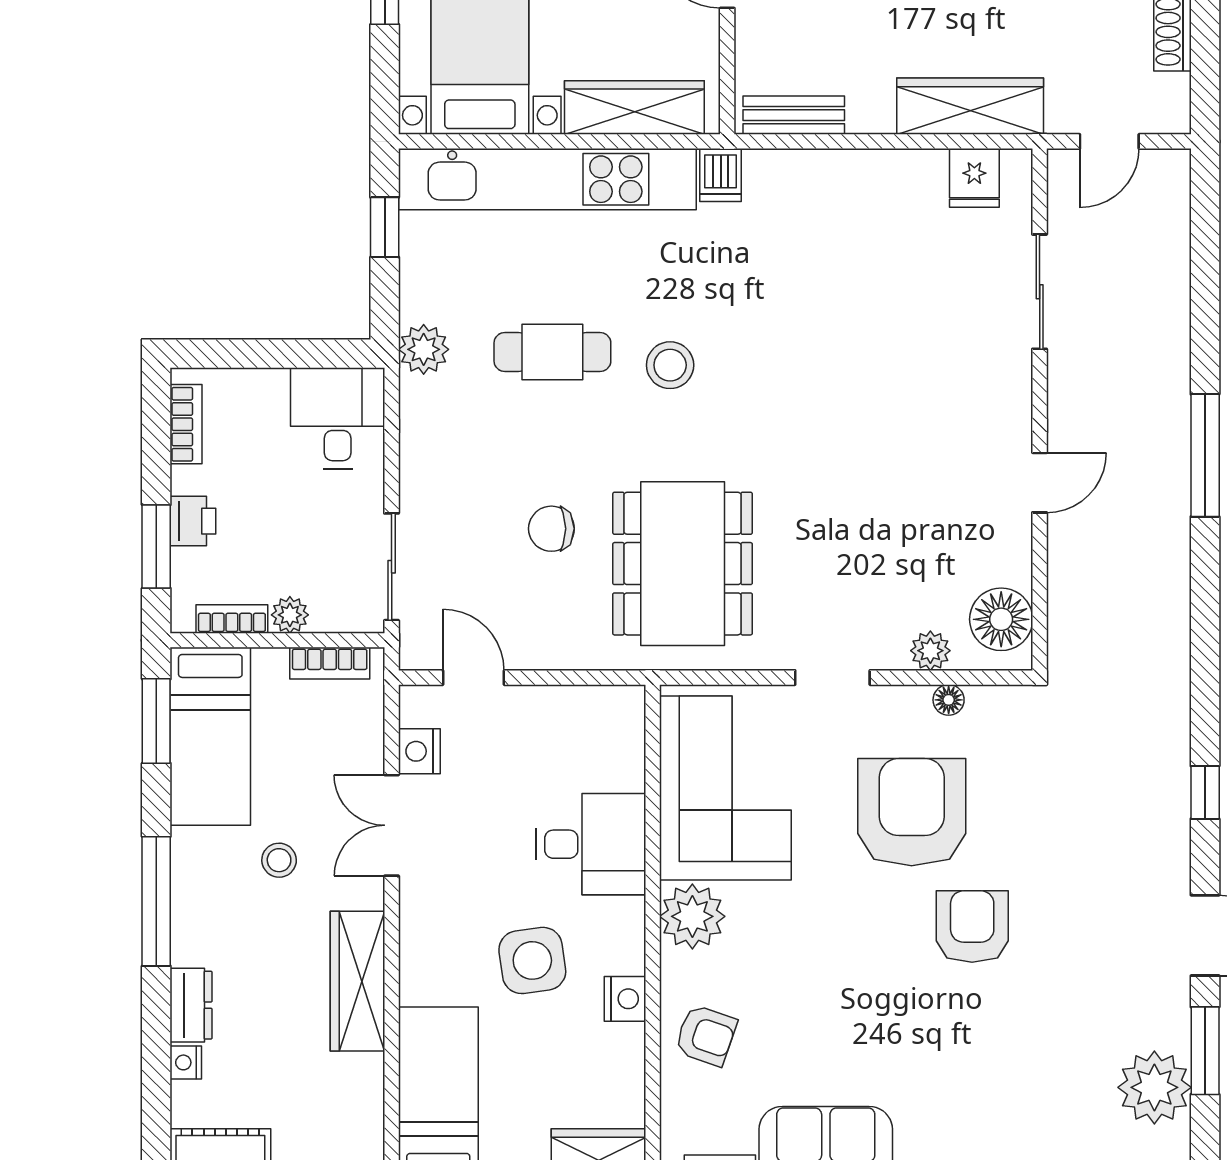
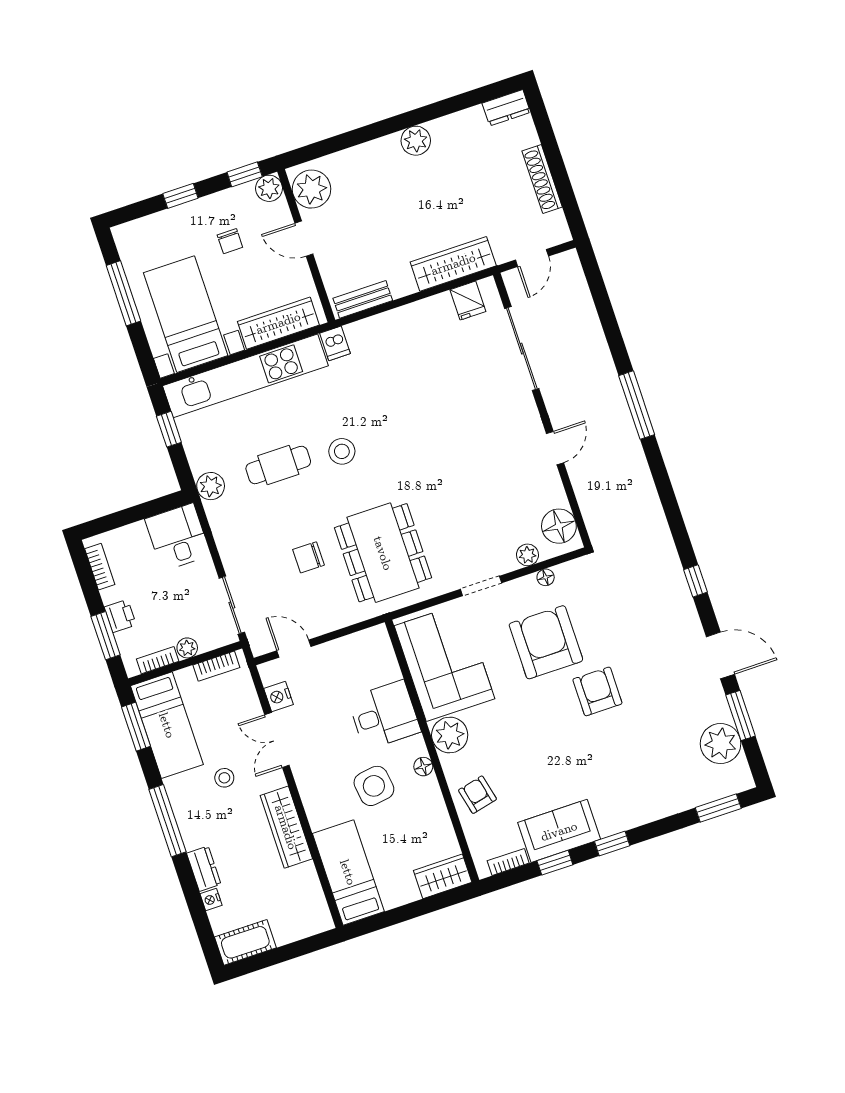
sliding door: (1040, 292) -> (522, 349), width x1.37
floor lamp: (629, 956) -> (423, 767), added
nightstand: (625, 999) -> (429, 790), removed
armchair: (706, 1035) -> (477, 795), turned -122

